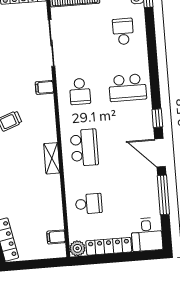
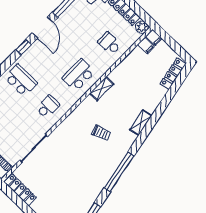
filing cabinet: (44, 87) -> (154, 38), moved

